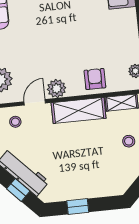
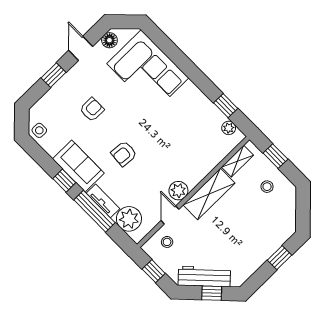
armchair: (95, 79) -> (124, 154), moved, turned -85
window: (78, 206) -> (279, 258), moved

